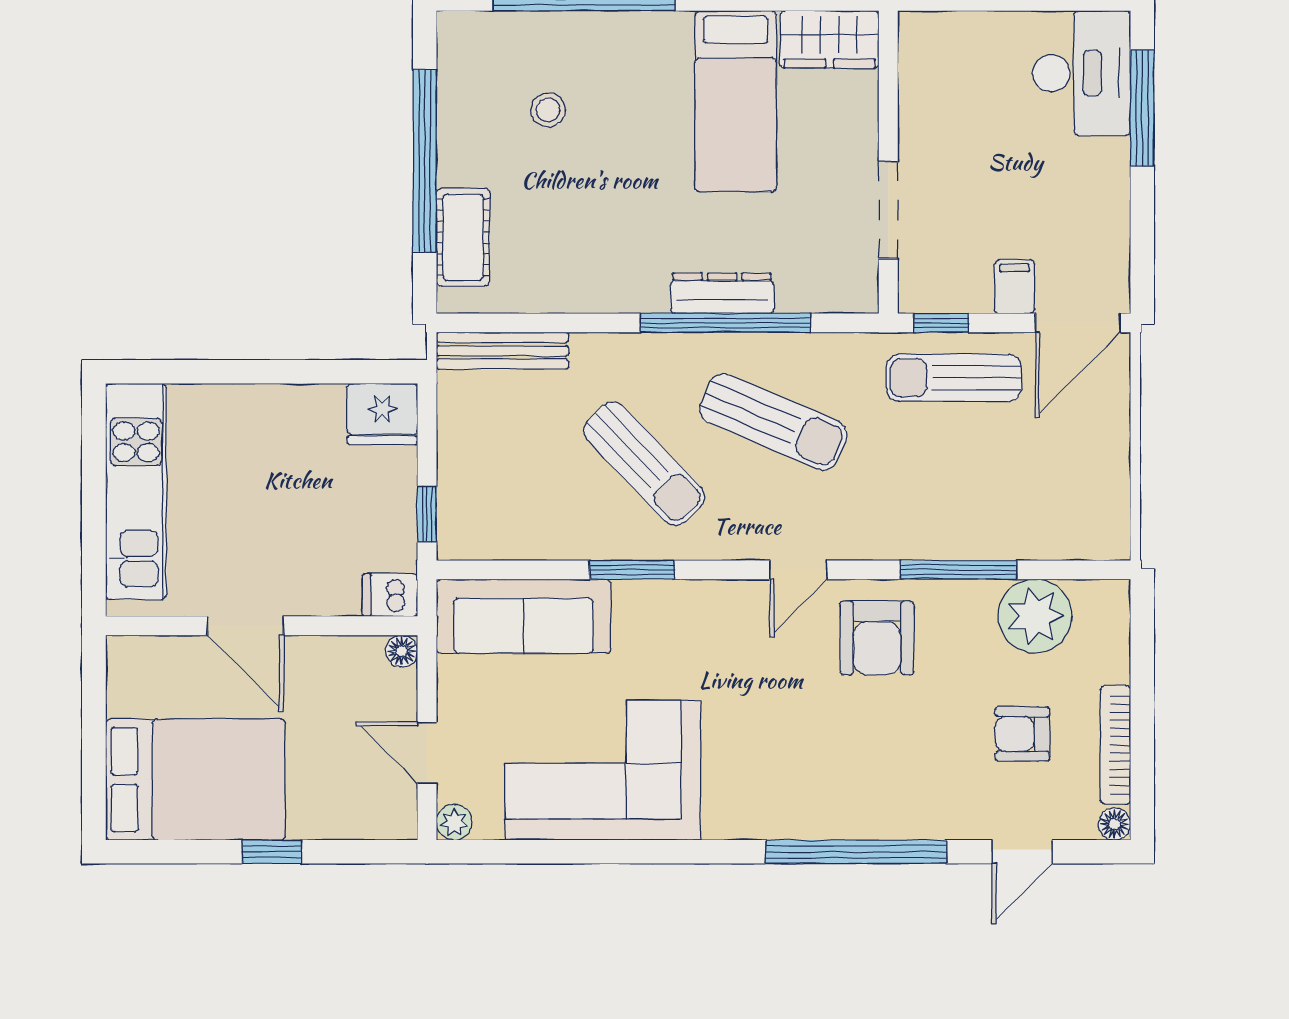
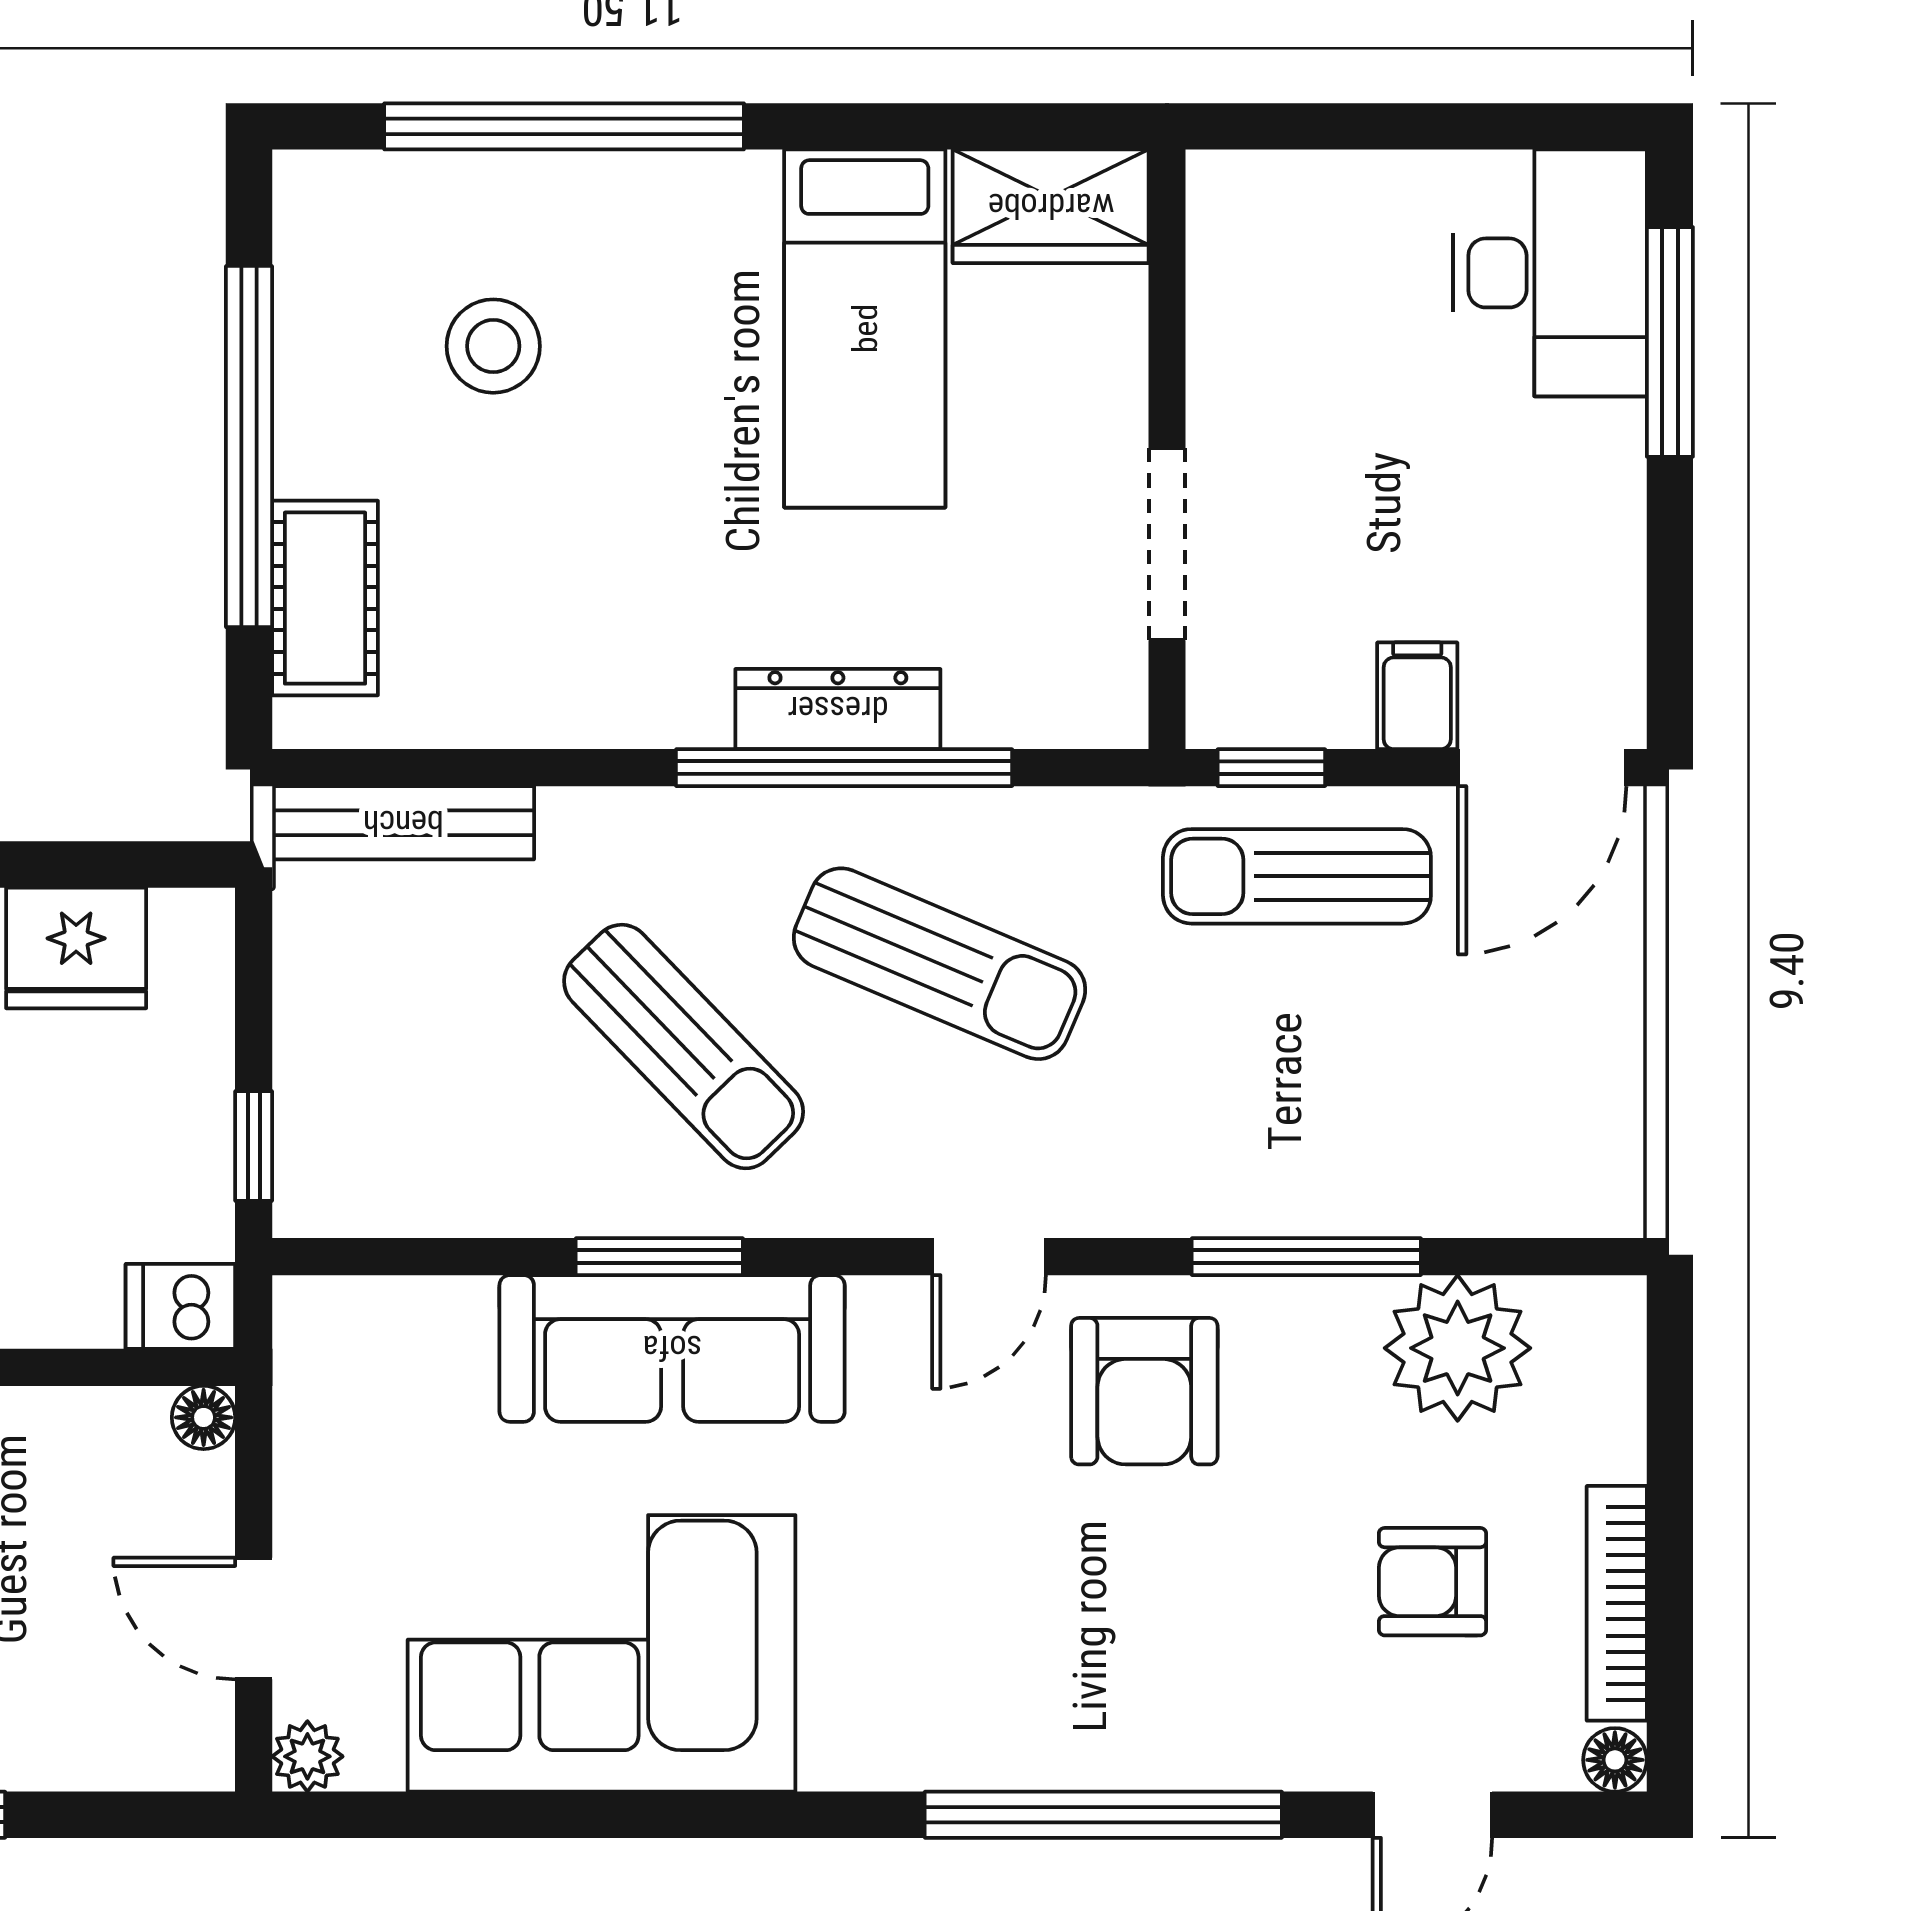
stool: (548, 110) -> (493, 346), width x1.37, depth x1.37
fridge: (382, 414) -> (76, 948), moved
sofa: (524, 616) -> (672, 1348), moved

